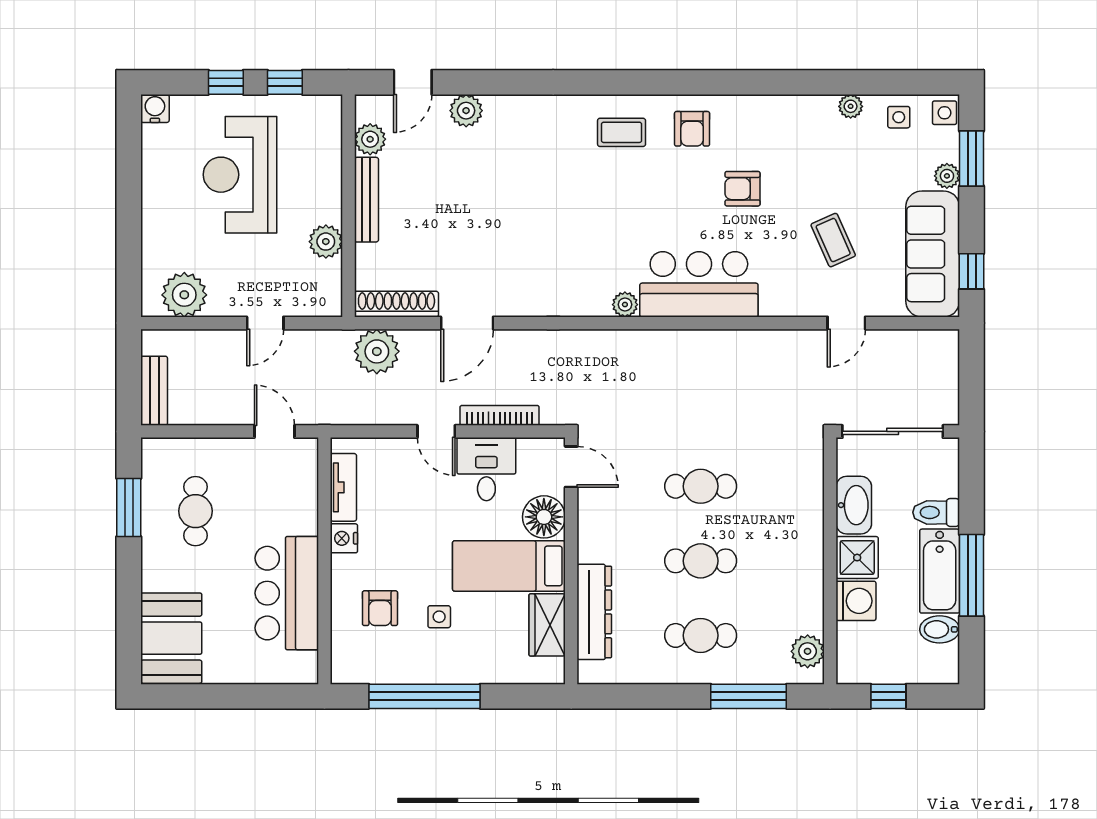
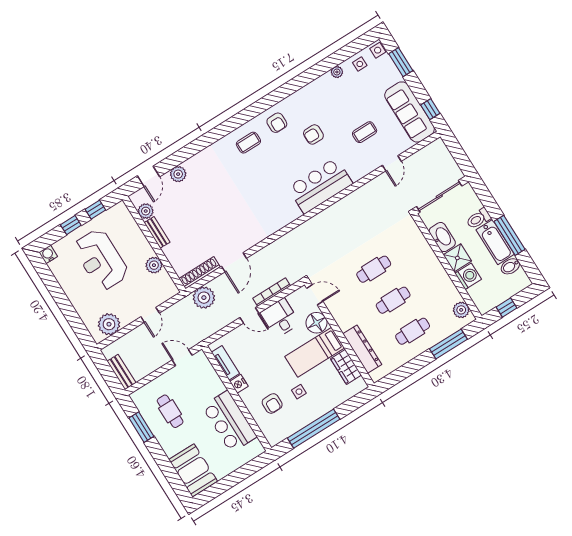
plant: (947, 176) -> (395, 76), removed
bench: (366, 200) -> (157, 232), width x0.73
coffee table: (833, 240) -> (365, 132), turned -66
plant: (625, 305) -> (295, 213), removed

